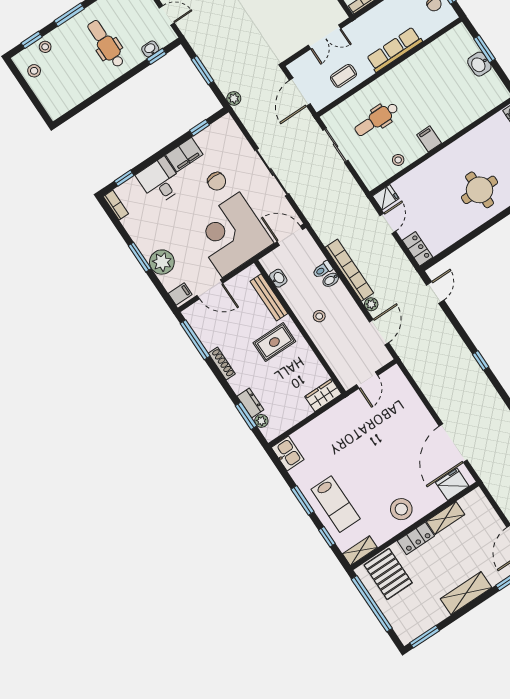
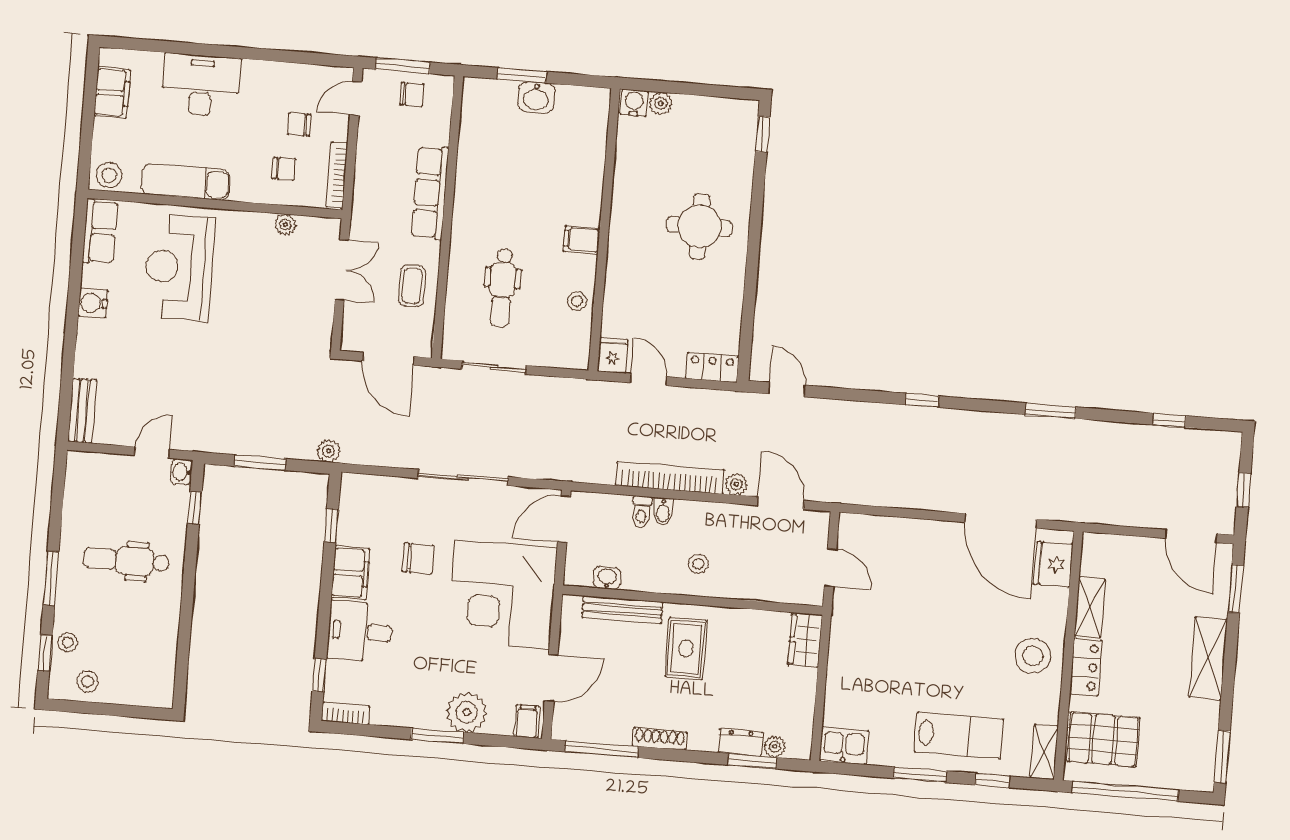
washbasin: (150, 49) -> (181, 472), moved

